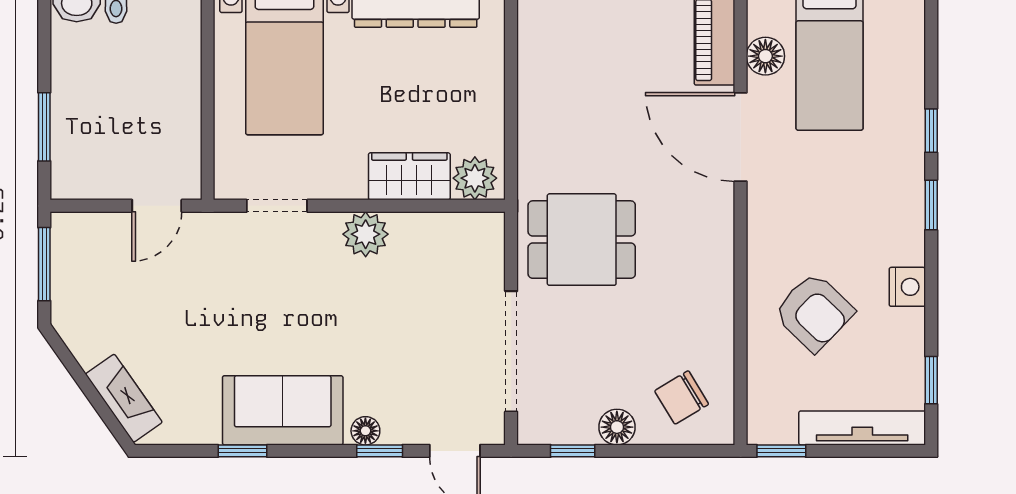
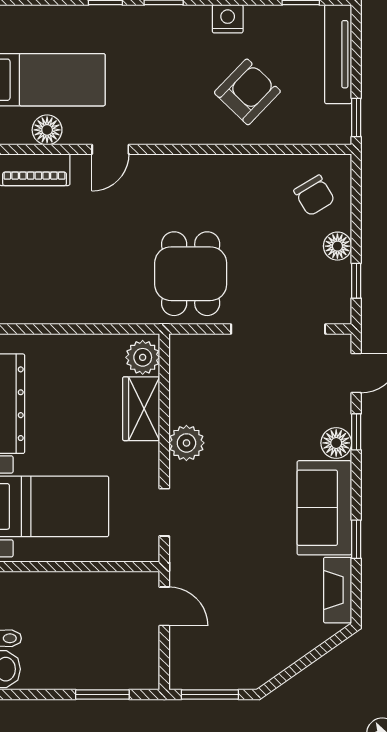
door: (741, 137) -> (110, 149), width x0.53
fireplace: (124, 398) -> (338, 590), moved, turned -55
floor lamp: (365, 431) -> (336, 443), width x1.37, depth x1.37

